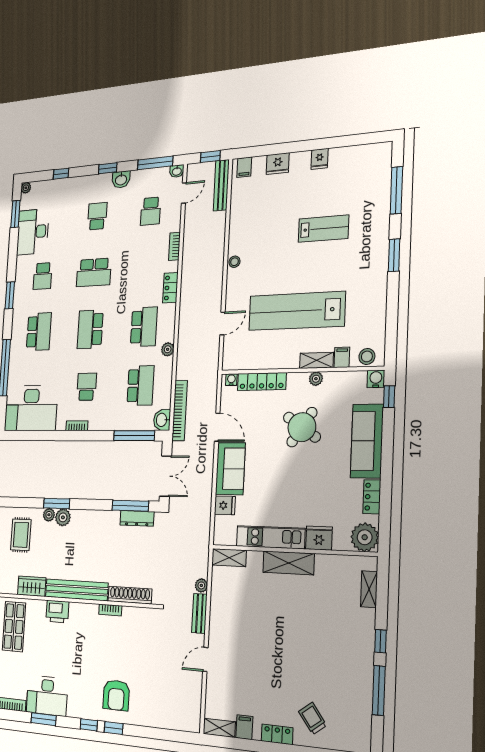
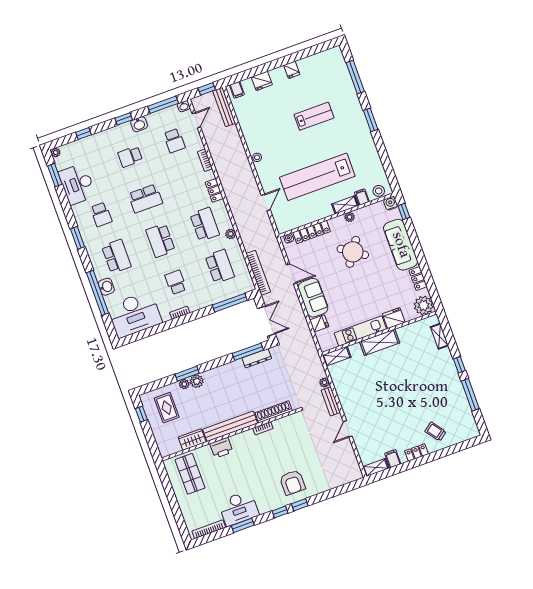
school desk: (97, 216) -> (130, 157), turned -90
washbasin: (162, 420) -> (106, 287), moved, turned 180

